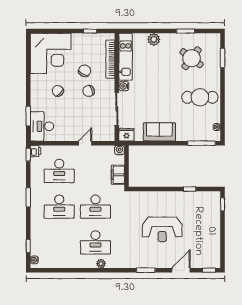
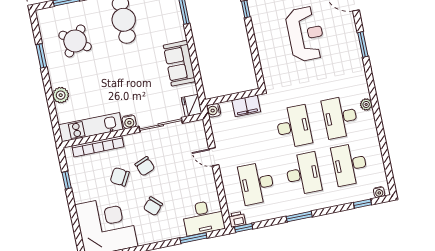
desk: (59, 171) -> (257, 183), turned 180
desk: (59, 242) -> (350, 164), added
desk: (95, 242) -> (340, 117), turned 180

